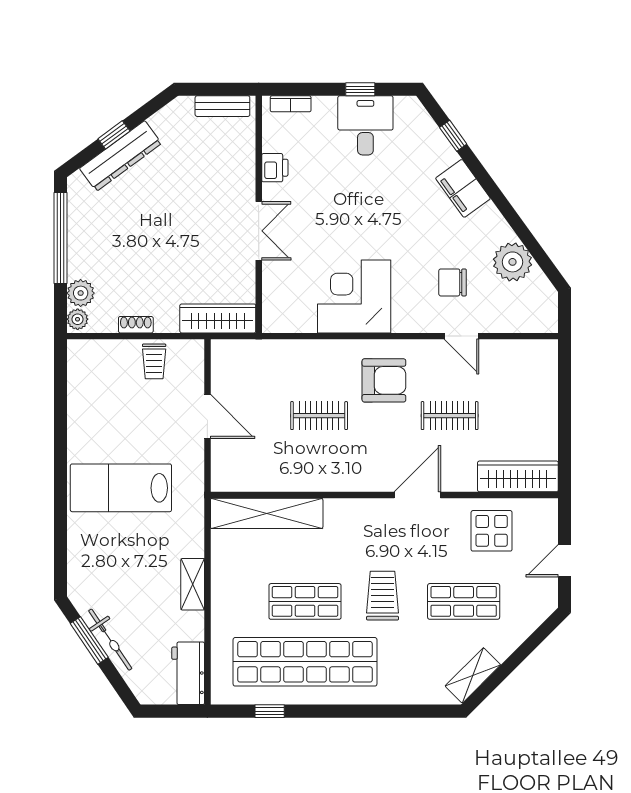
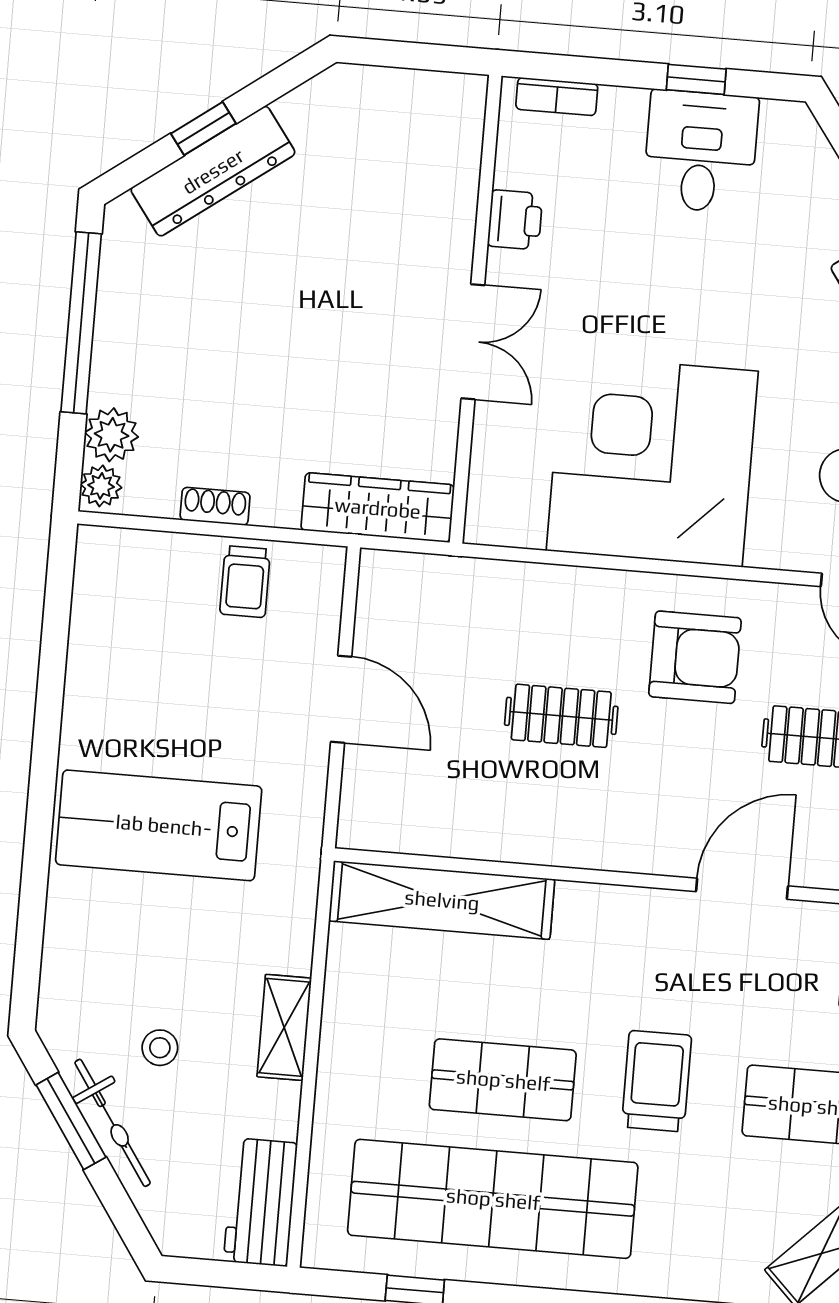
bench: (222, 106) -> (422, 90), removed
corner desk: (354, 297) -> (652, 461), width x1.36, depth x1.36
stool: (131, 600) -> (160, 1048), added

